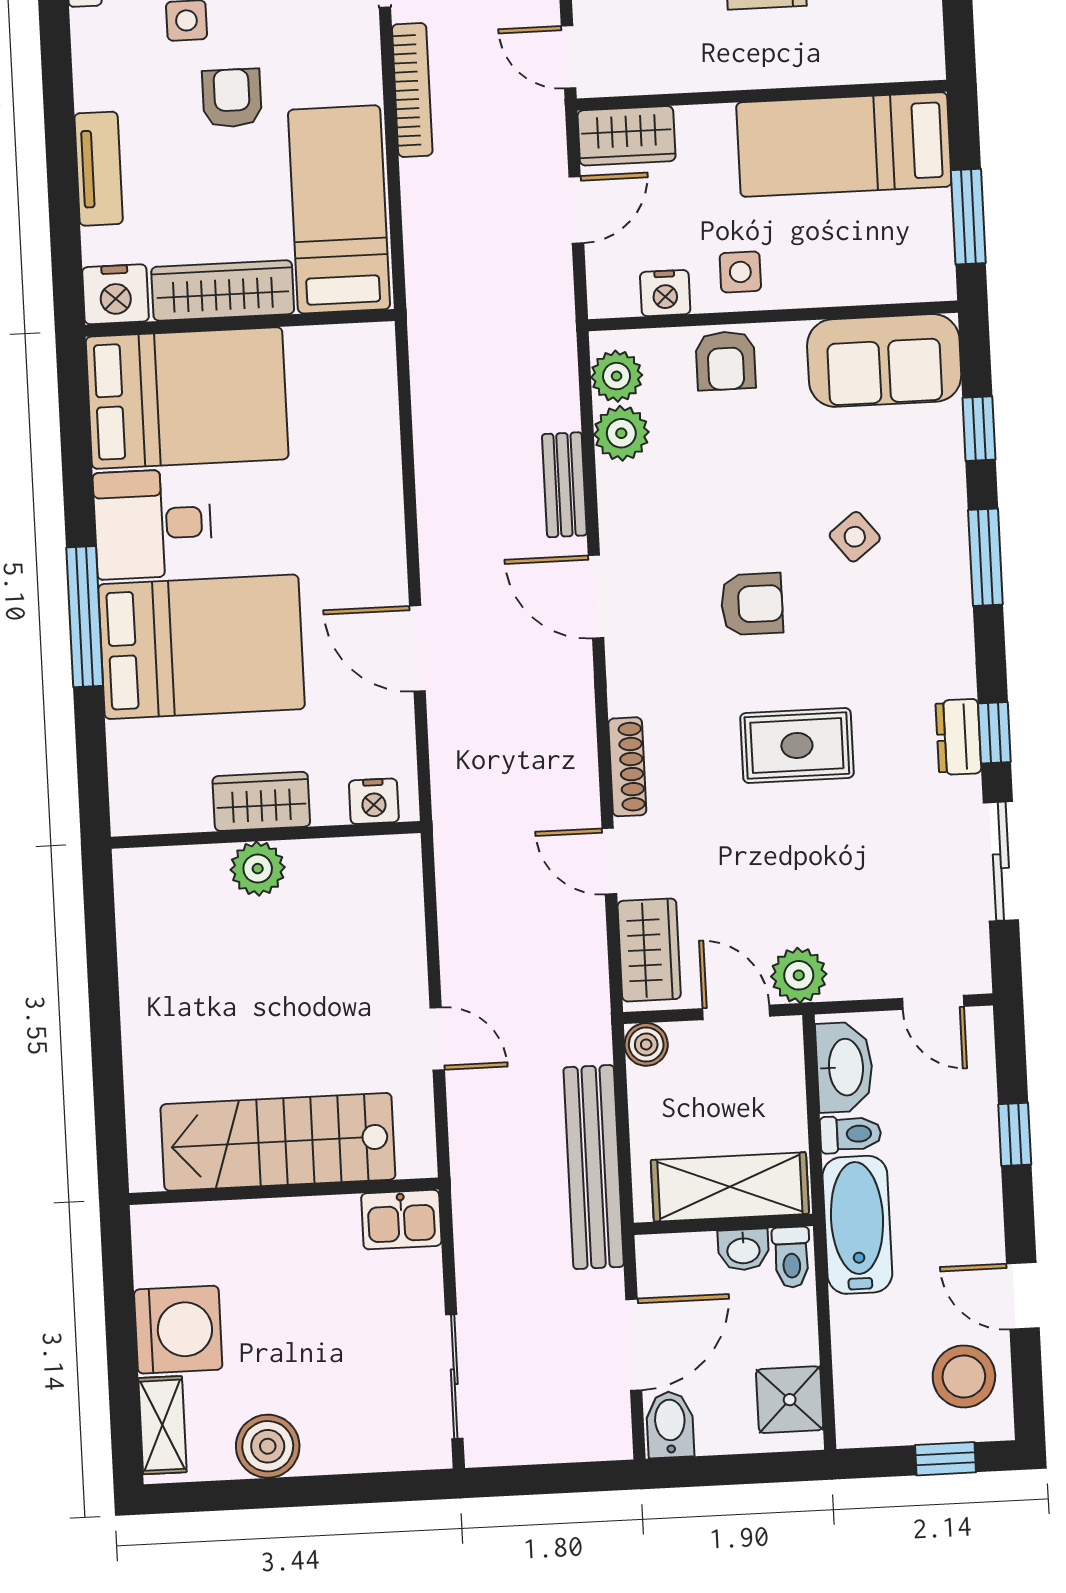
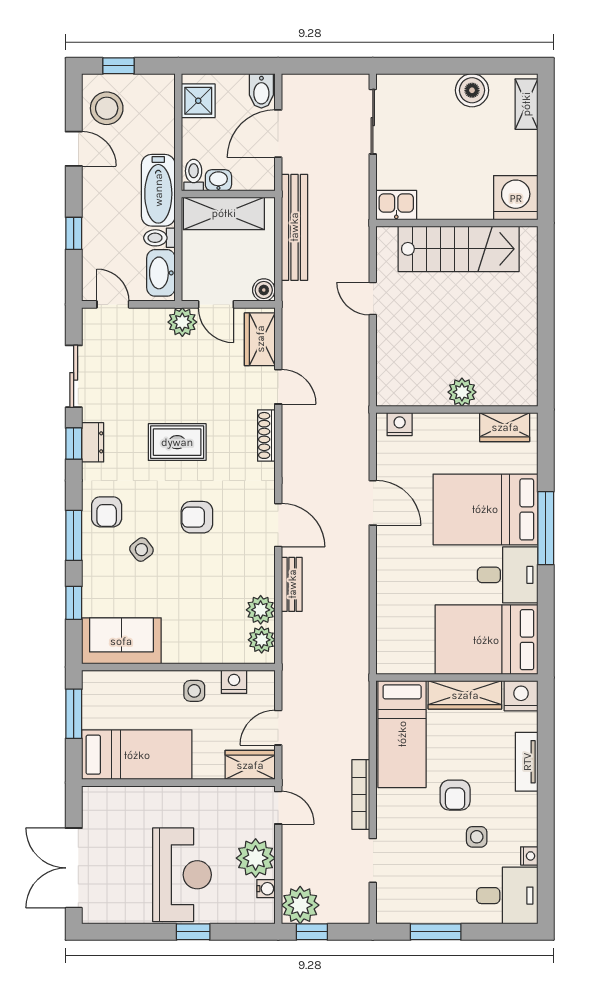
armchair: (726, 361) -> (107, 512), moved, turned 180
wardrobe: (261, 801) -> (505, 427), moved
washing machine: (178, 1330) -> (516, 198), moved, turned 90

